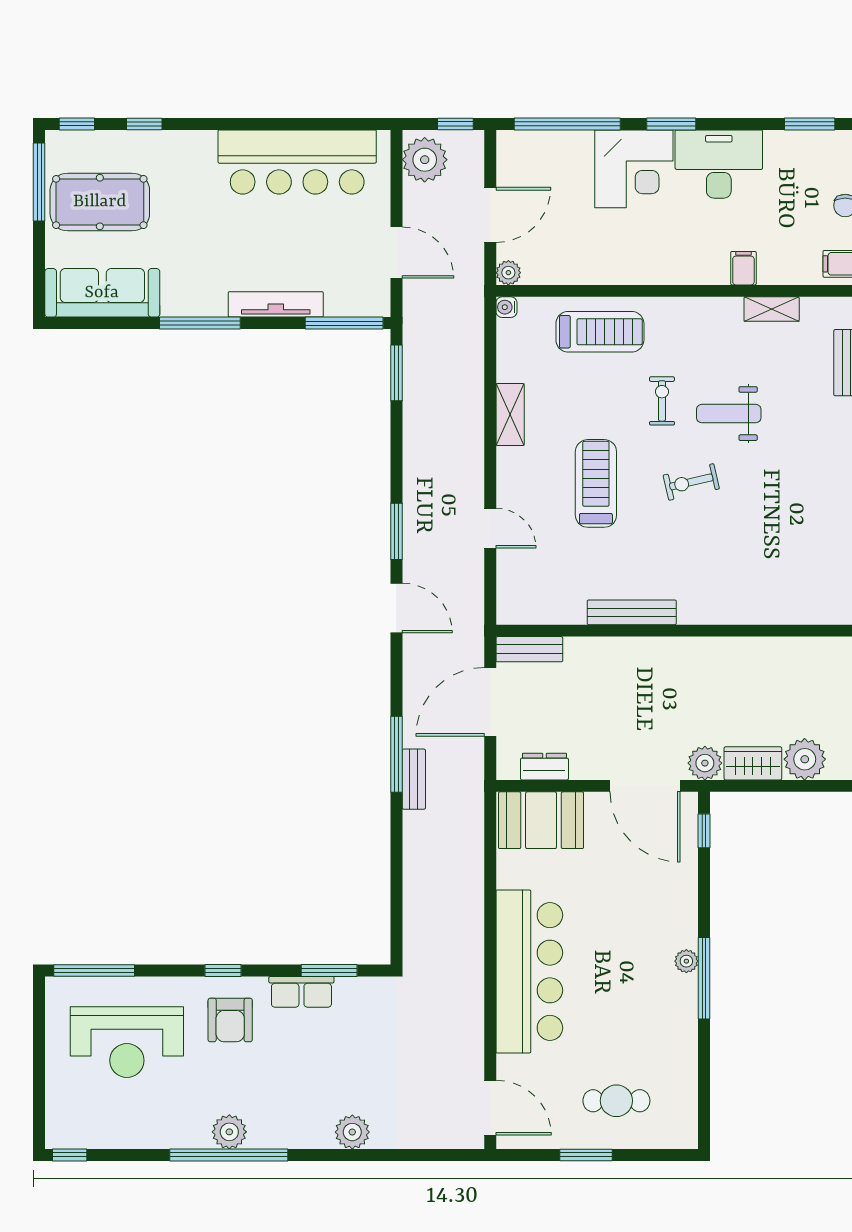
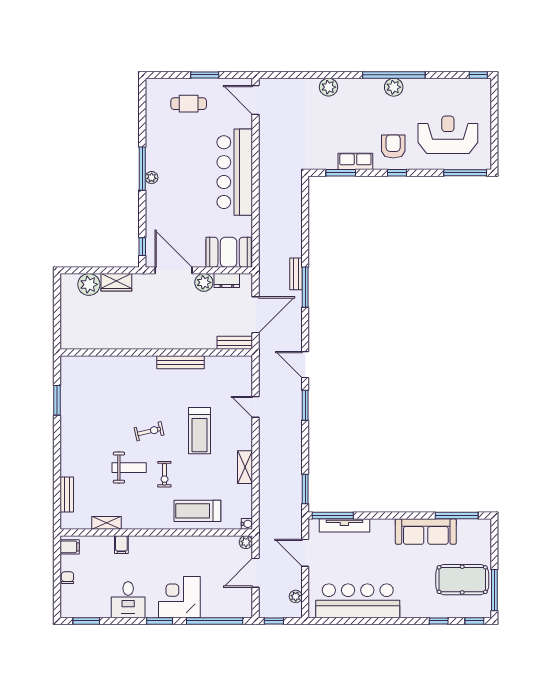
plant: (425, 160) -> (296, 596), width x0.53, depth x0.53
desk: (719, 164) -> (128, 600), width x0.73
sofa: (102, 293) -> (426, 531), moved
tv unit: (276, 304) -> (344, 525), moved
window: (200, 323) -> (457, 515), moved
plant: (705, 763) -> (204, 282), moved

